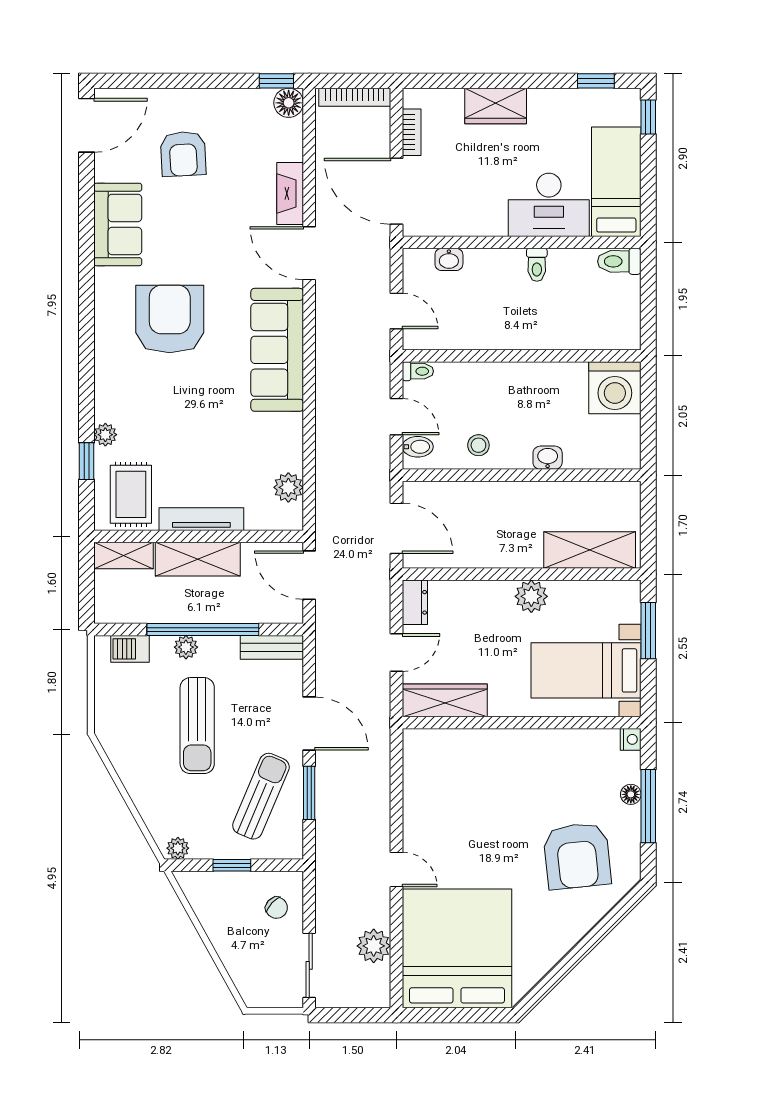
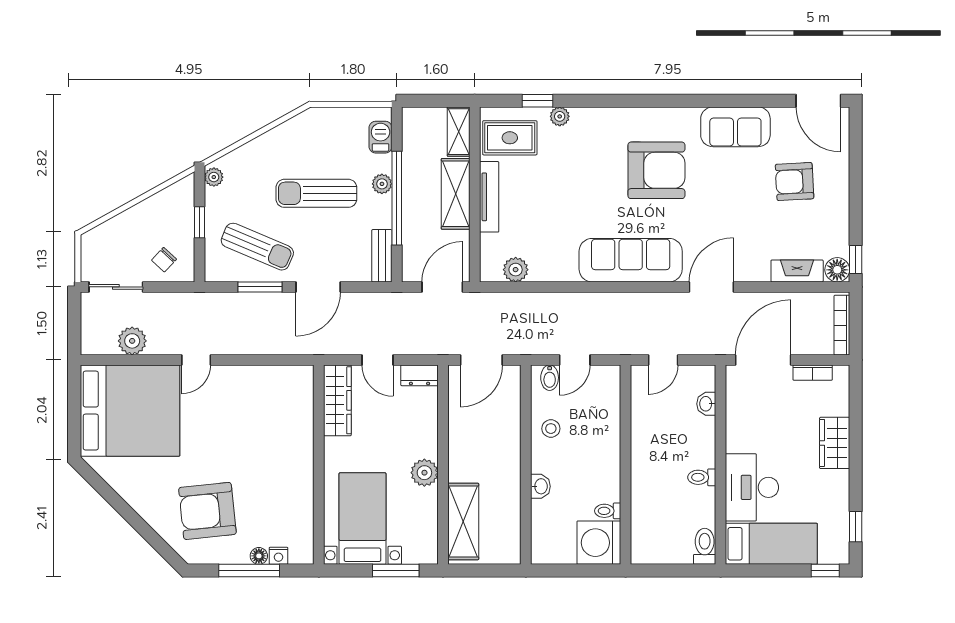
fireplace: (290, 193) -> (797, 271), moved
toilet: (418, 371) -> (608, 511), moved, turned 90
nightstand: (631, 739) -> (278, 556), moved

